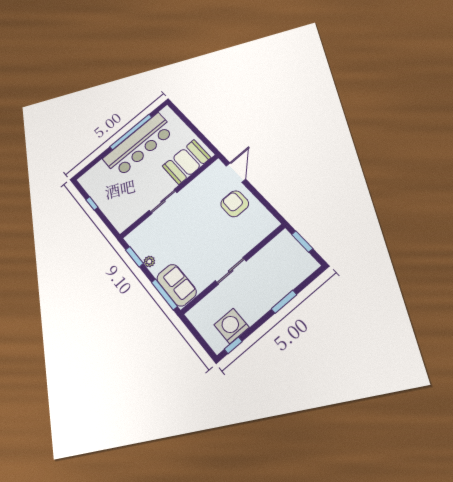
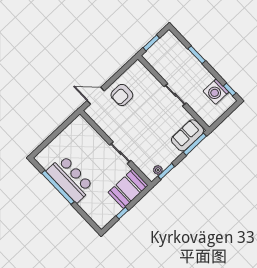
bar counter: (139, 145) -> (70, 179), width x0.73
booth: (186, 162) -> (128, 189), moved, turned 90
plant: (149, 261) -> (158, 170), moved

